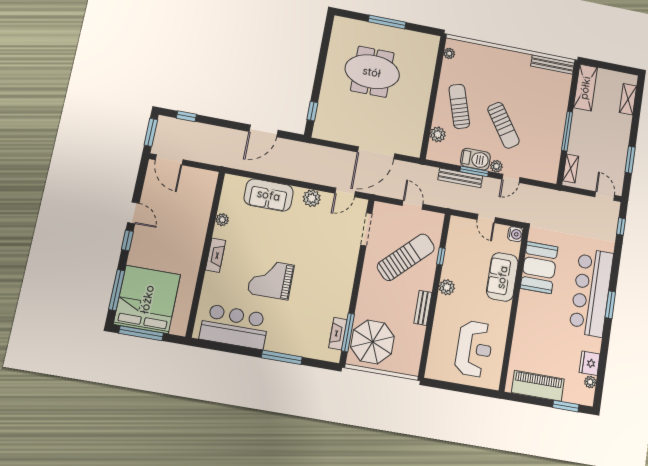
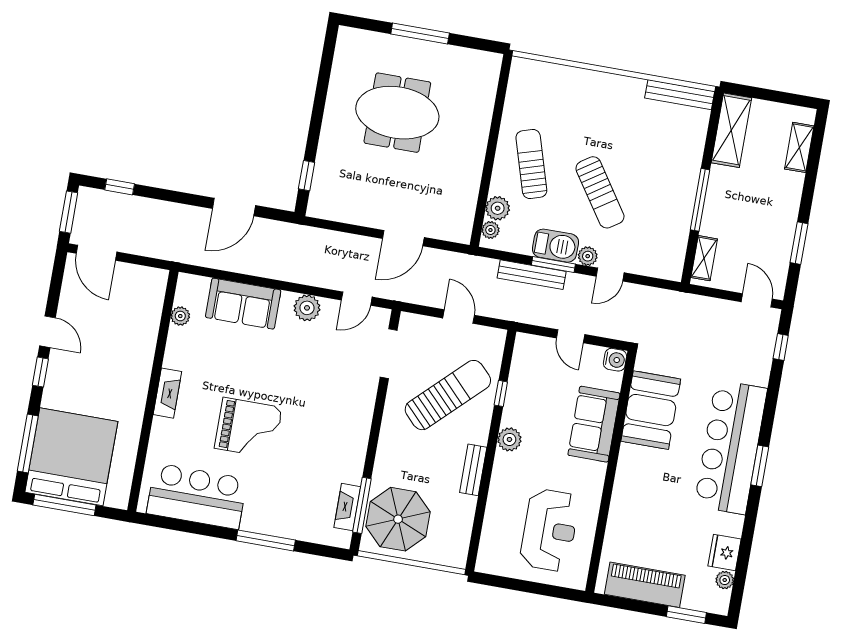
plant: (449, 53) -> (490, 230), moved
door: (376, 153) -> (403, 238), width x0.73
plant: (222, 220) -> (180, 316), moved
grand piano: (271, 279) -> (248, 428), turned 180

